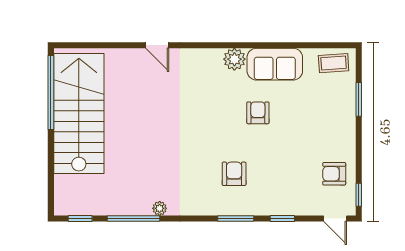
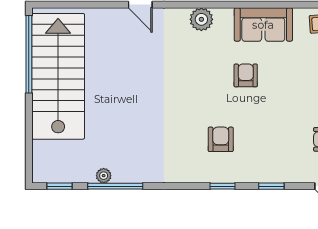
plant: (234, 59) -> (201, 19), moved
plant: (160, 208) -> (104, 176), moved
window: (236, 218) -> (223, 186), width x0.67

